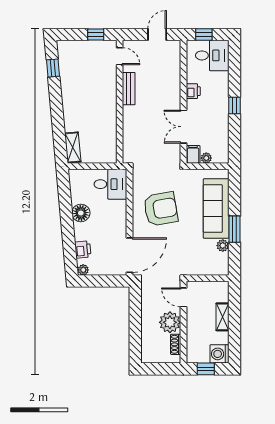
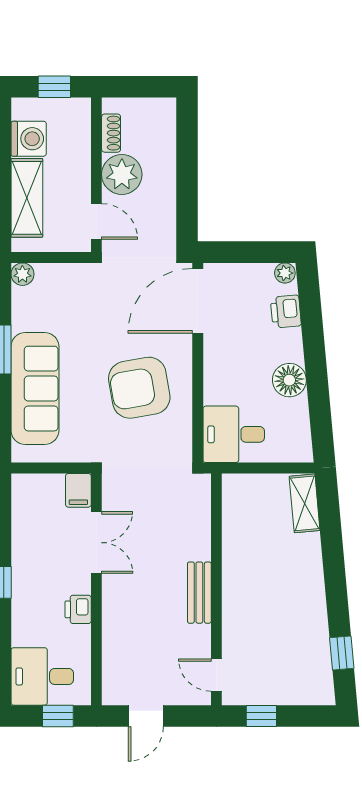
bench: (129, 89) -> (199, 593), moved
plant: (206, 158) -> (53, 483), removed
plant: (223, 246) -> (22, 274), moved
shelving: (222, 317) -> (27, 198), width x1.50, depth x1.33
washing machine: (219, 354) -> (29, 139), moved

